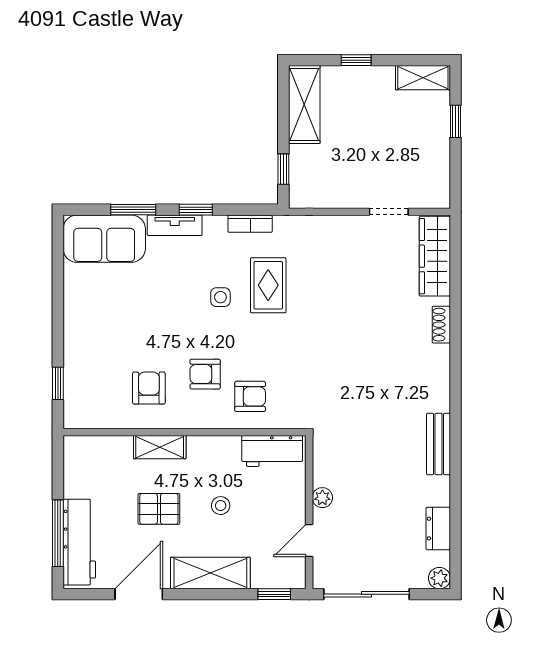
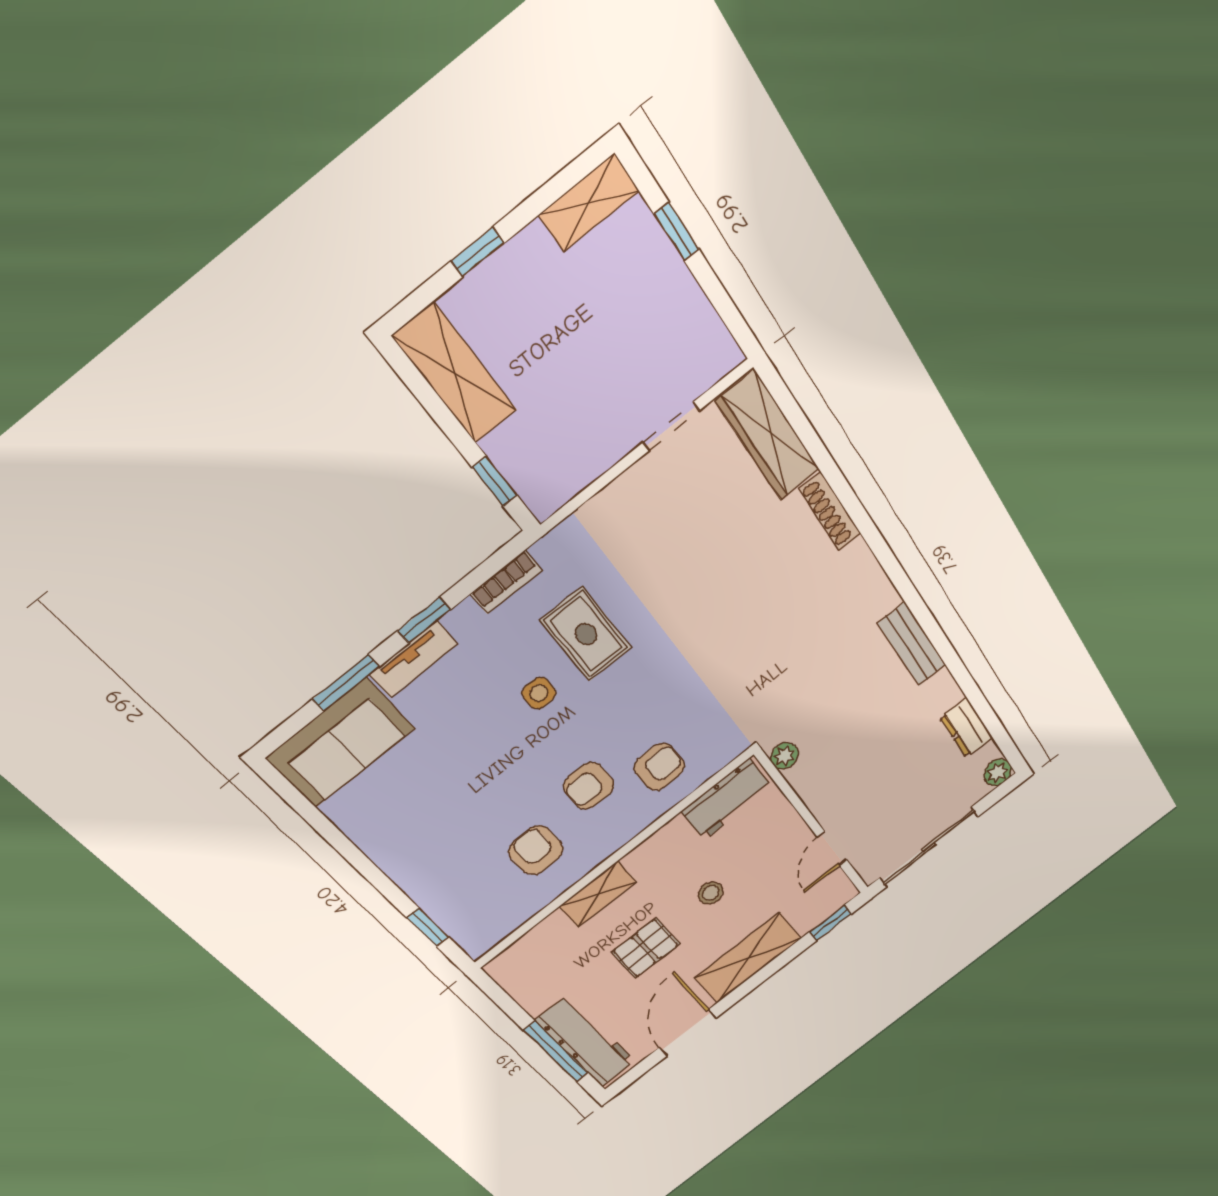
shoe rack: (441, 325) -> (830, 511), width x1.43
plant: (322, 498) -> (785, 756), moved

